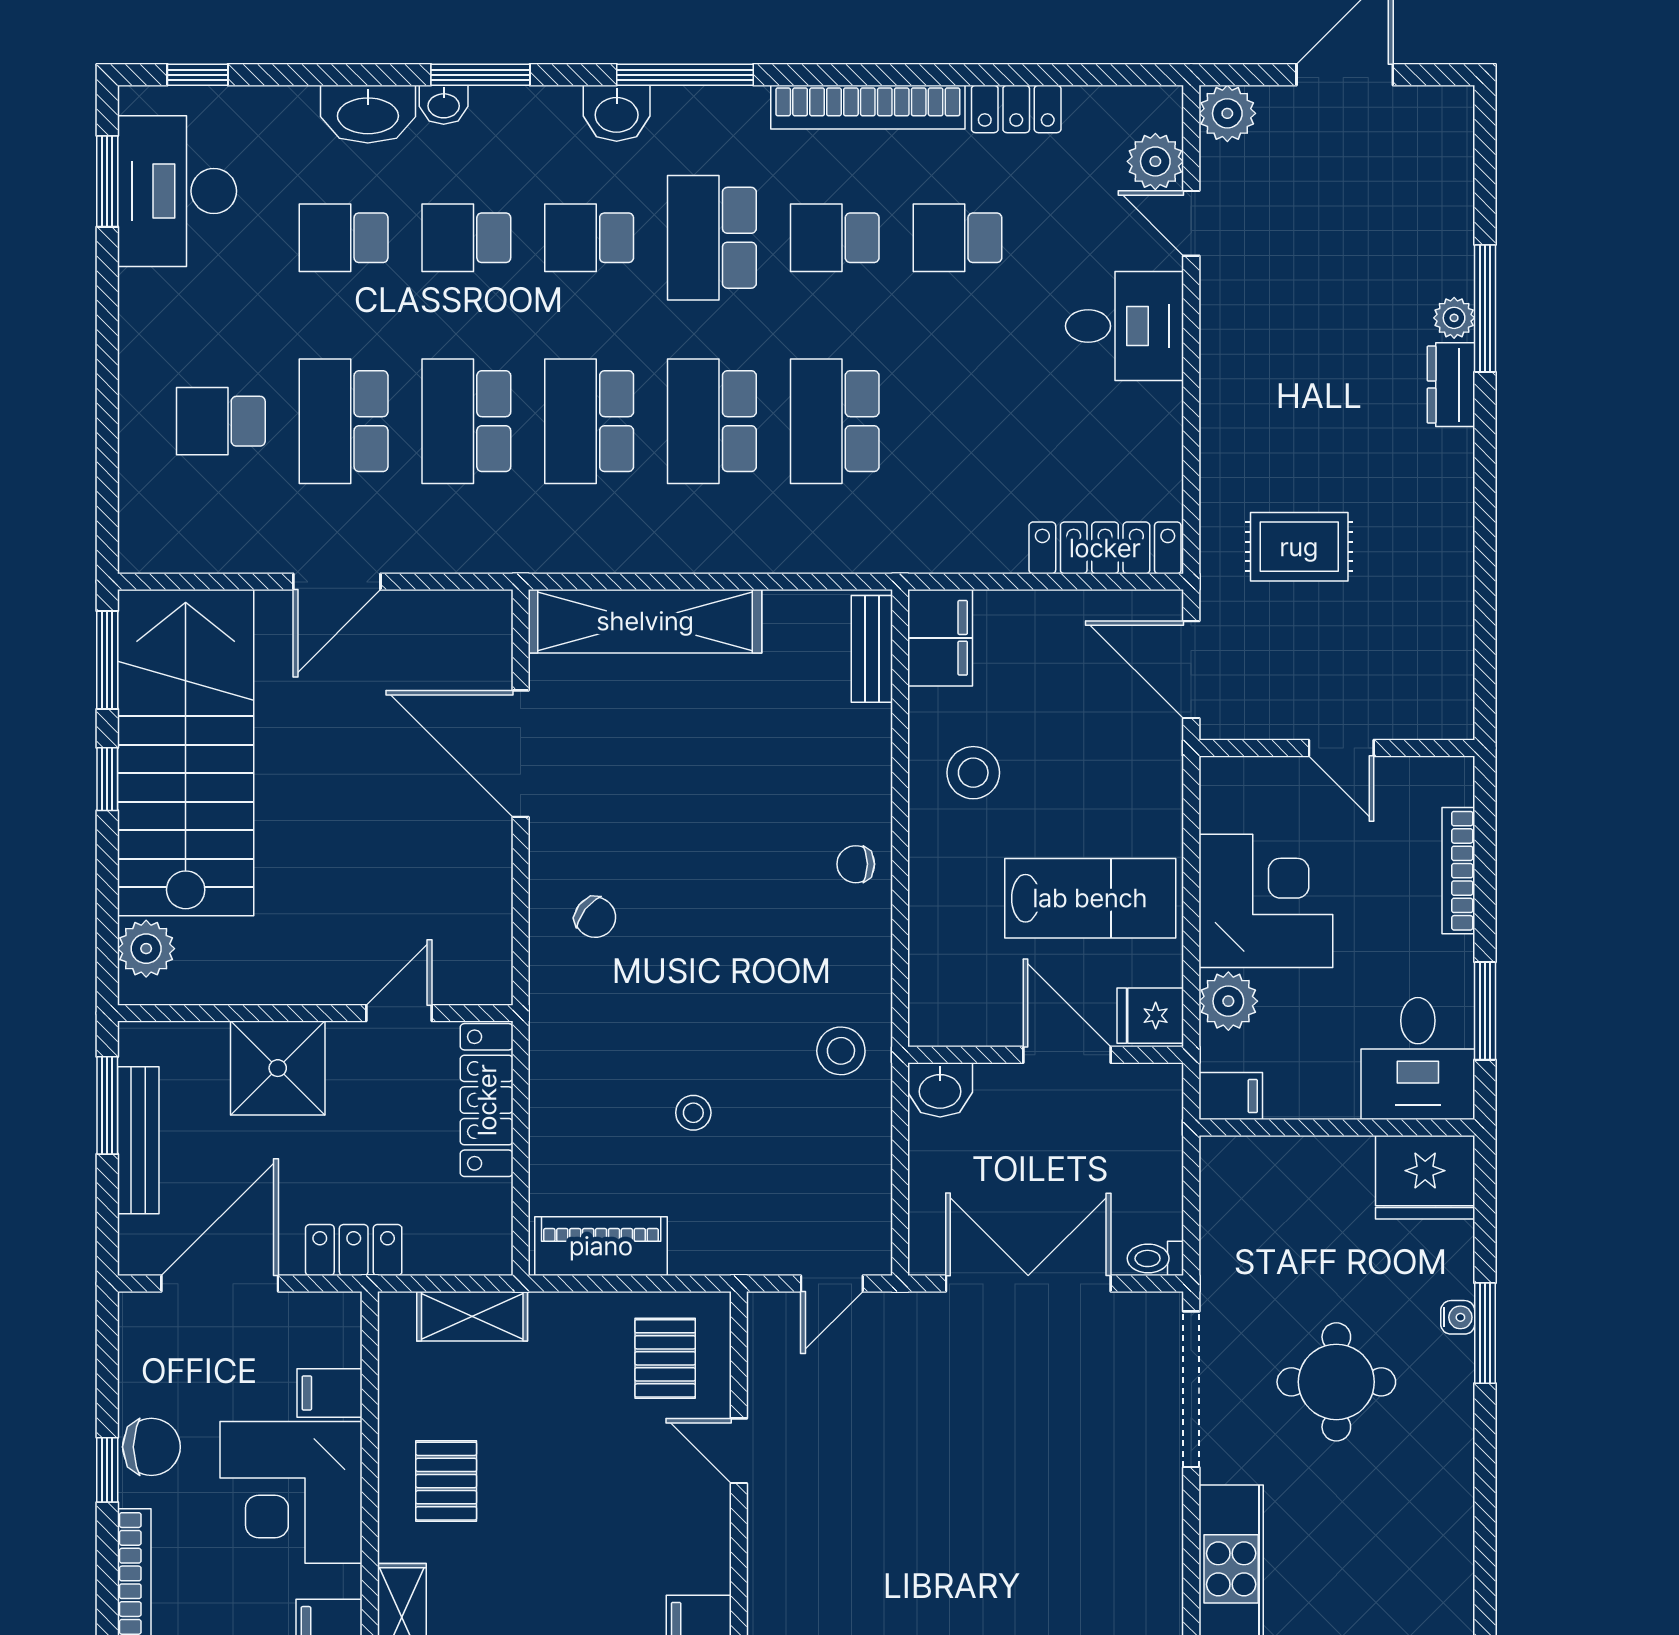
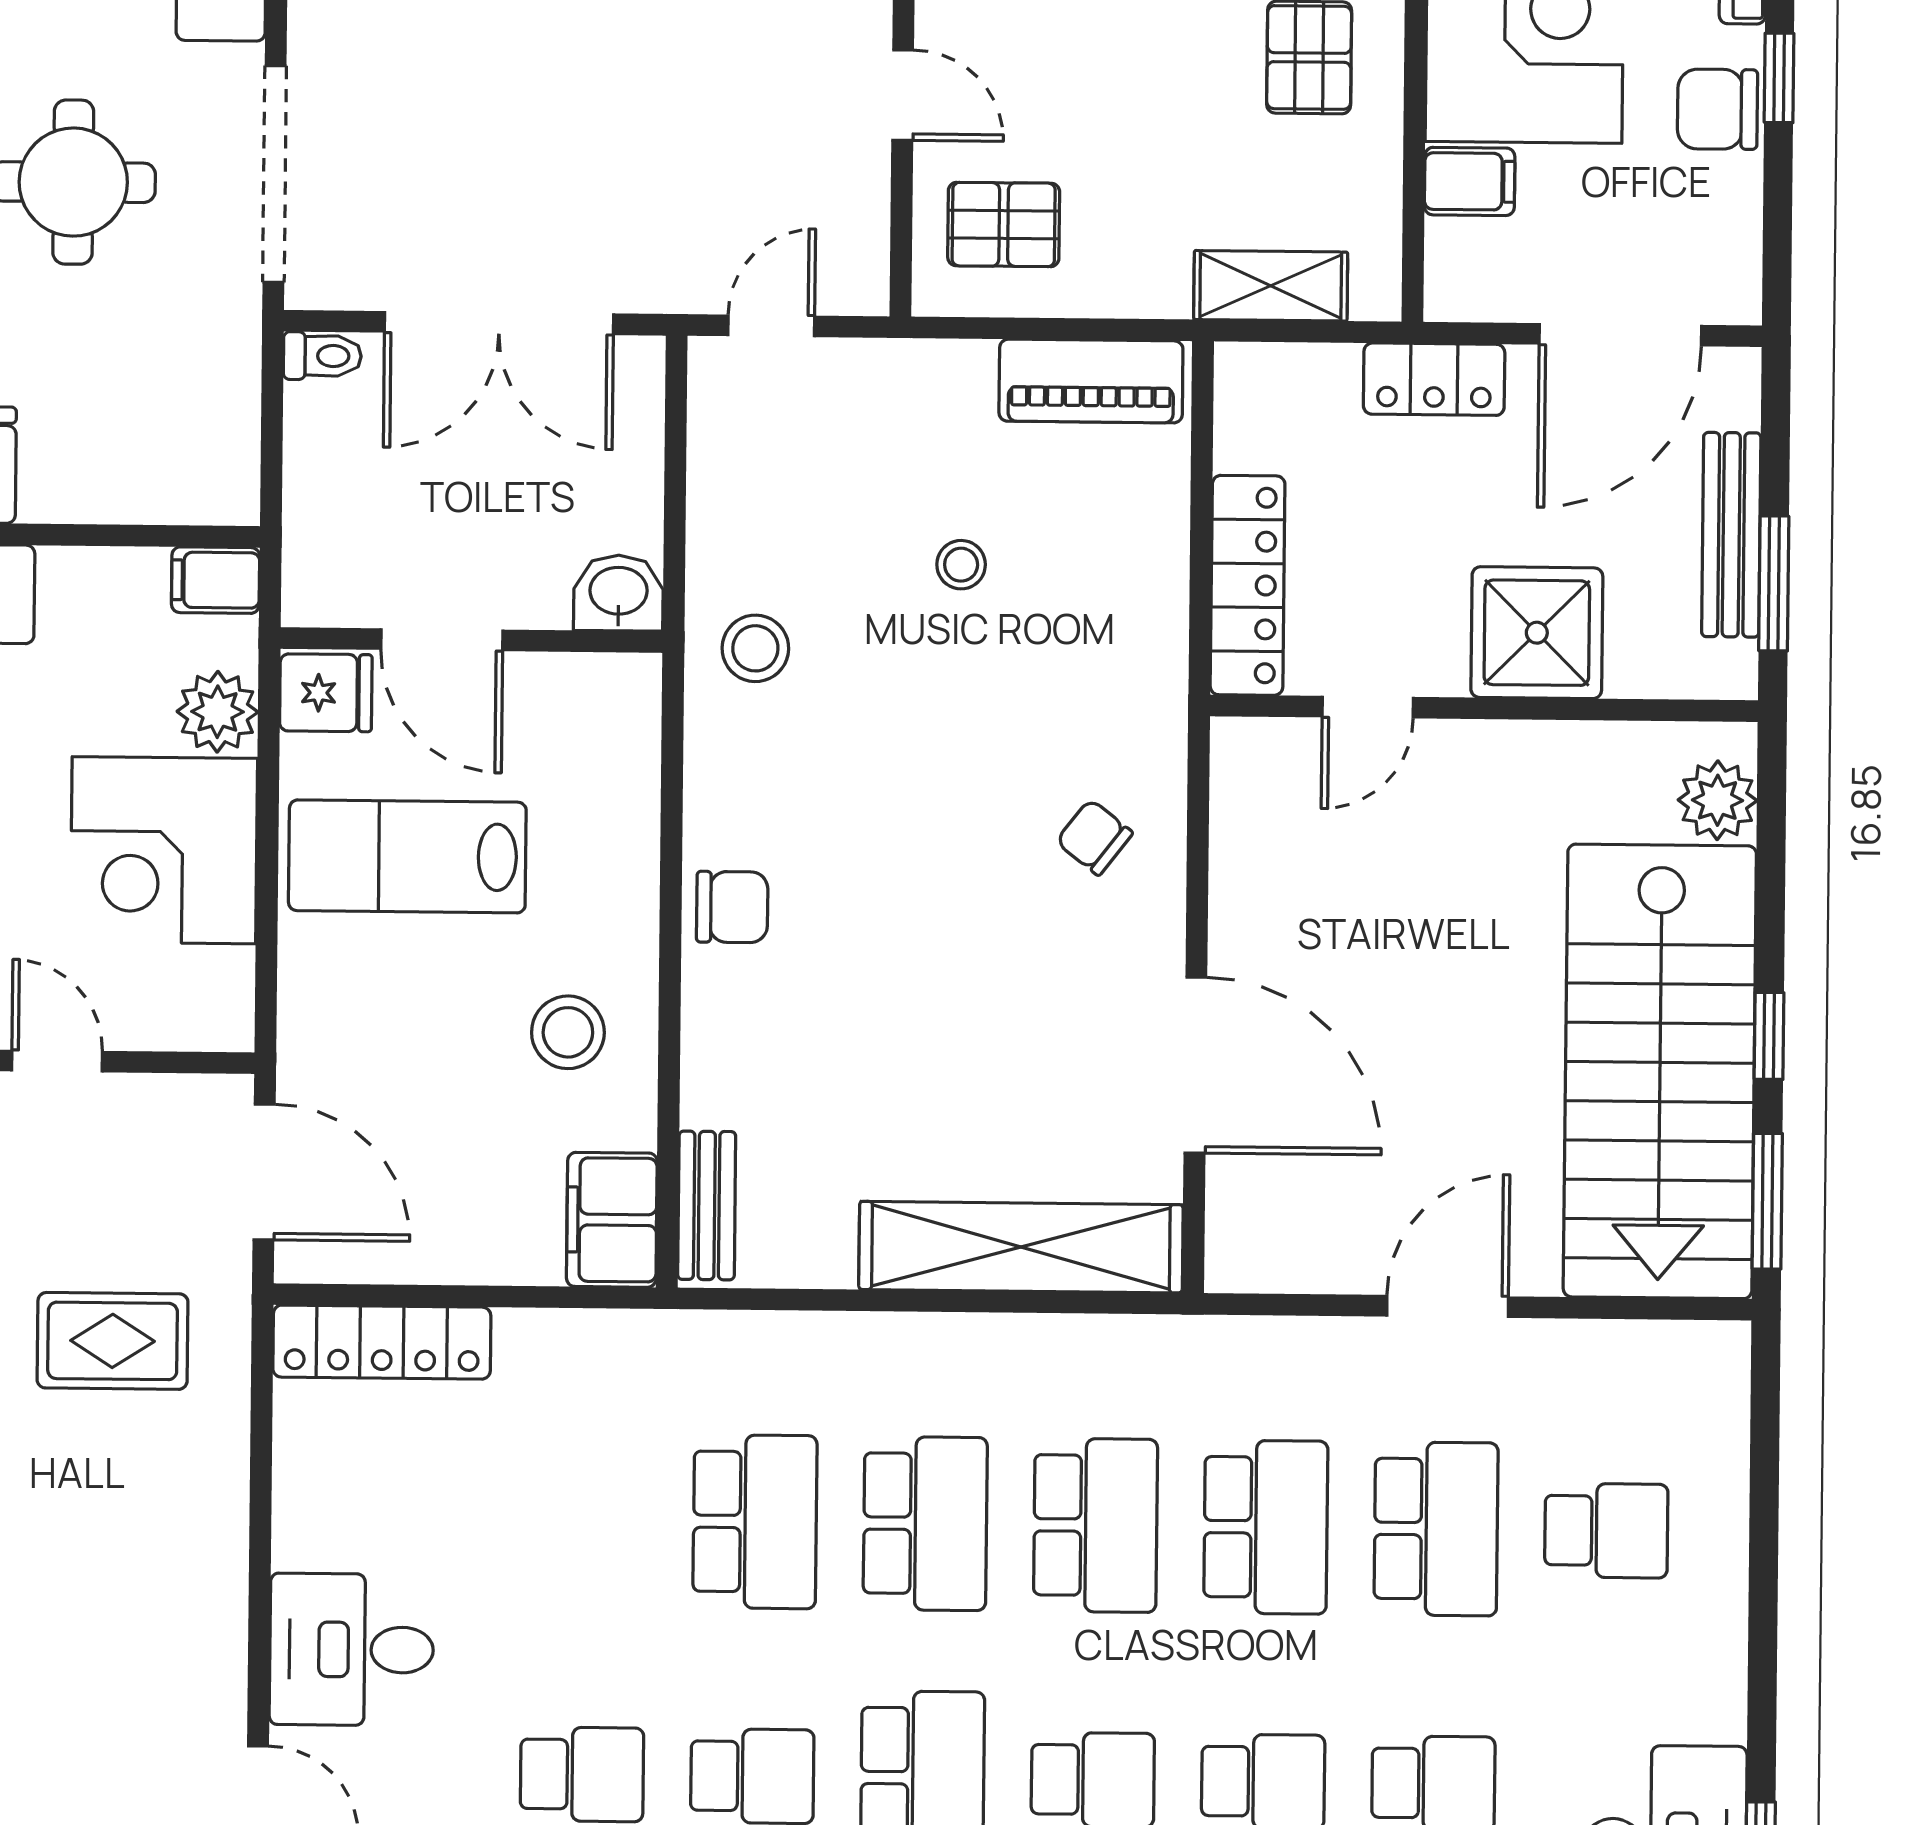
chair: (856, 864) -> (732, 907), width x1.37, depth x1.37
pallet: (665, 1358) -> (1004, 224), turned 90

